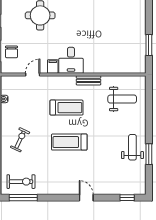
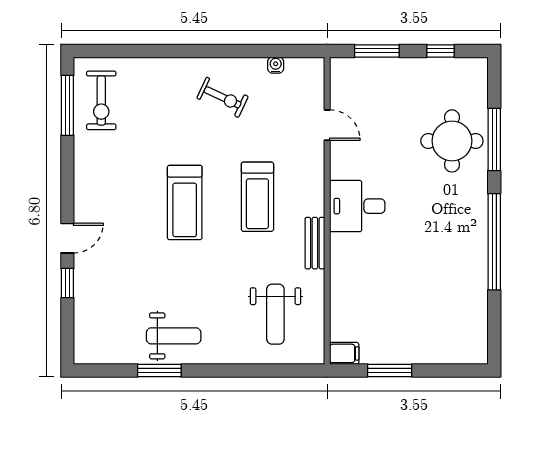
chair: (11, 52) -> (375, 81), removed
filing cabinet: (53, 66) -> (344, 353), moved
exercise bike: (20, 140) -> (223, 97), moved
treadmill: (69, 142) -> (185, 202), turned 180
window: (127, 198) -> (67, 283), moved

